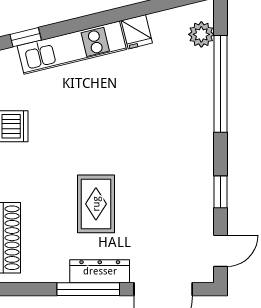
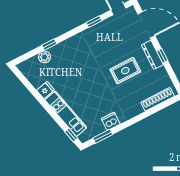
plant: (201, 34) -> (44, 57), moved
window: (220, 84) -> (49, 45), width x0.32
window: (88, 289) -> (162, 56), width x0.46

